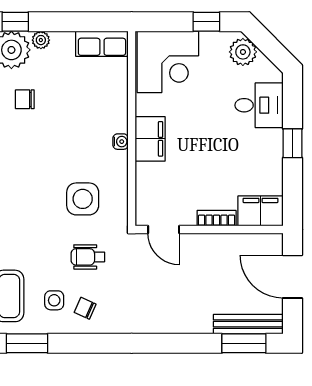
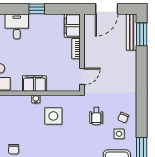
side table: (83, 199) -> (53, 116), moved

